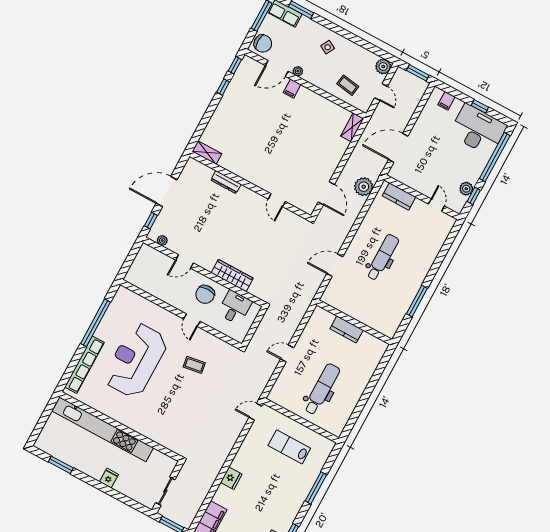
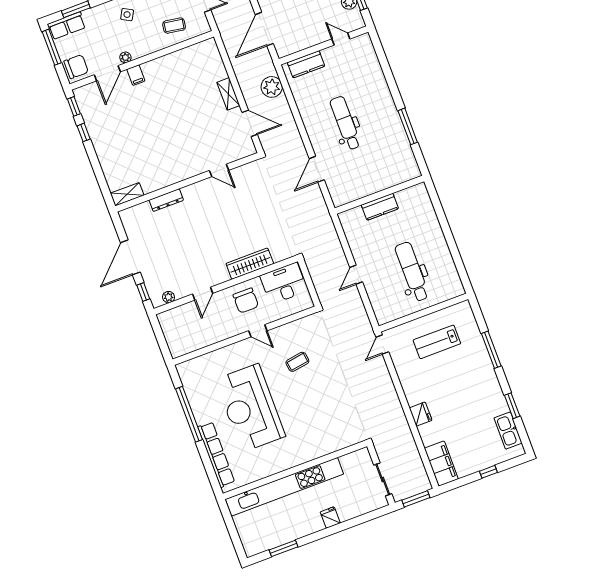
shelving: (352, 127) -> (228, 94), moved
desk: (235, 307) -> (284, 283), width x1.37

